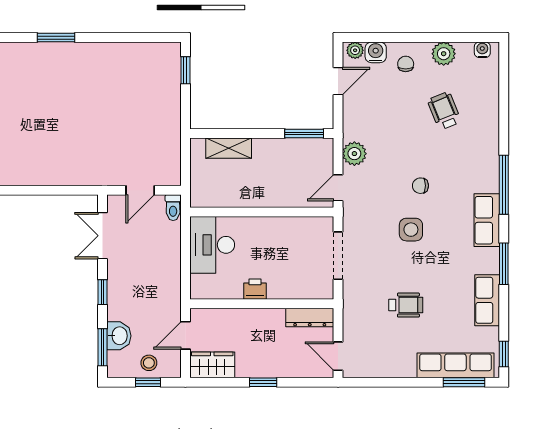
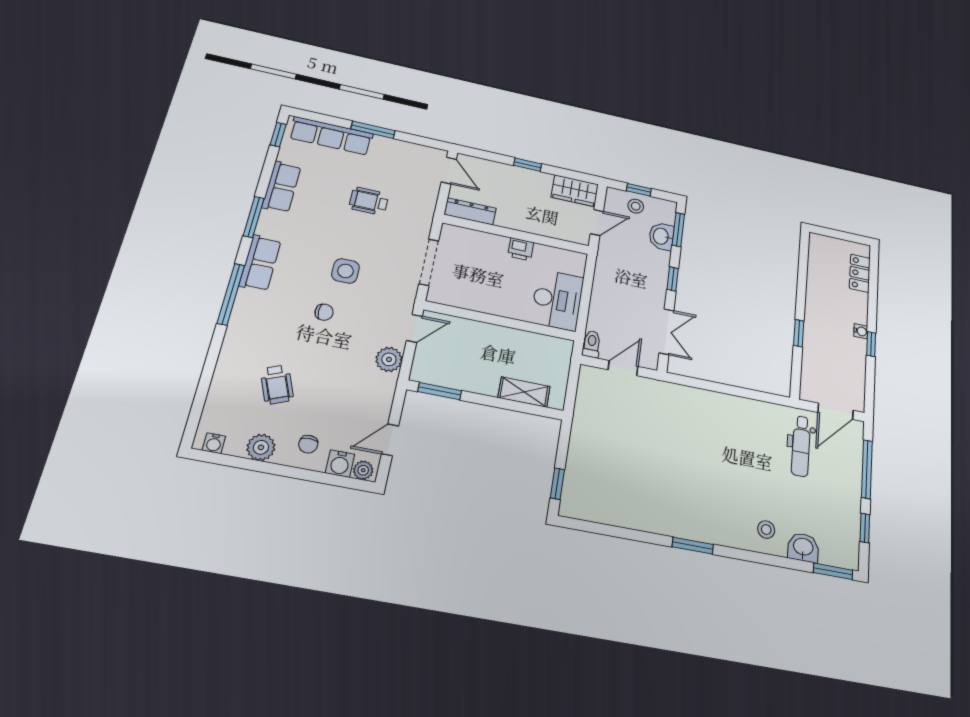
window: (464, 382) -> (373, 130), moved

